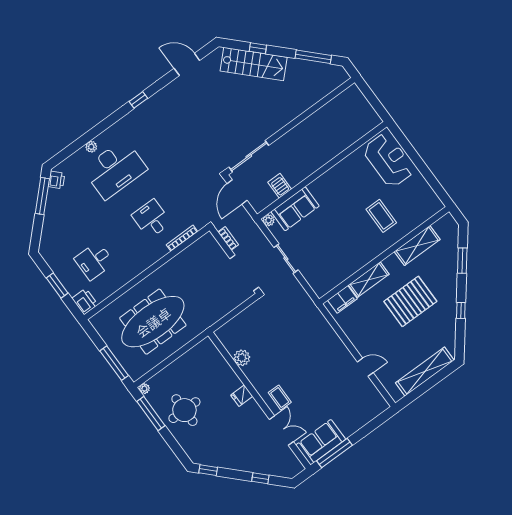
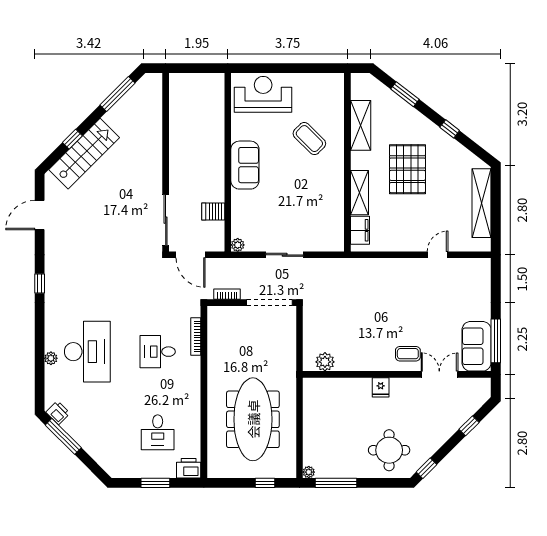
sofa: (295, 209) -> (245, 165), moved
coffee table: (381, 216) -> (309, 139), turned 45
plant: (242, 358) -> (325, 362), moved
window: (114, 363) -> (265, 483), width x0.46
round table: (184, 410) -> (389, 450), moved

